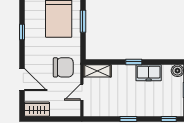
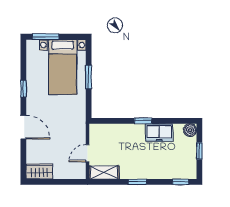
chair: (63, 67) -> (67, 127), removed
shelving: (97, 71) -> (104, 172), moved
door: (22, 80) -> (23, 127), moved

